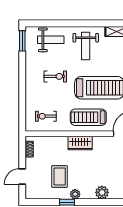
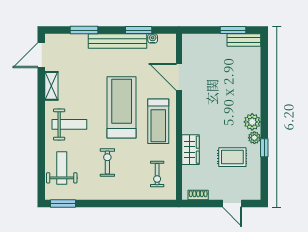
wardrobe: (80, 143) -> (191, 150), moved
plant: (102, 192) -> (252, 122), moved

